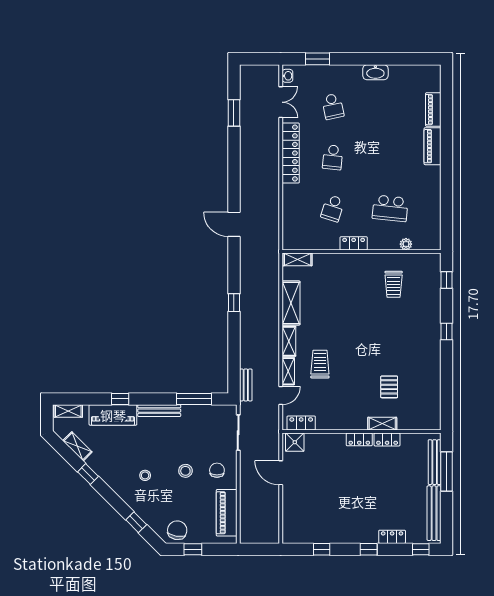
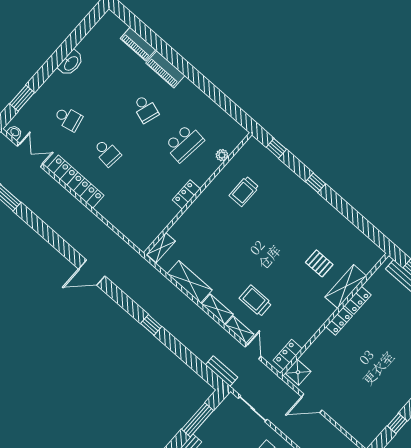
school desk: (333, 208) -> (145, 109), moved
trolley: (394, 284) -> (244, 191), turned 90
shelving: (382, 424) -> (346, 286), width x1.50, depth x1.33

